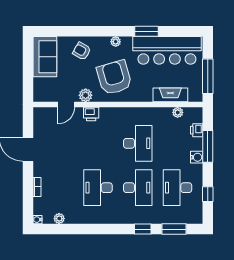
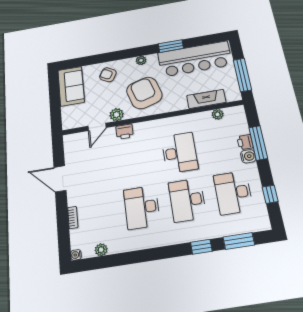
printer: (197, 130) -> (245, 142), moved
desk: (138, 188) -> (187, 200), turned 180

